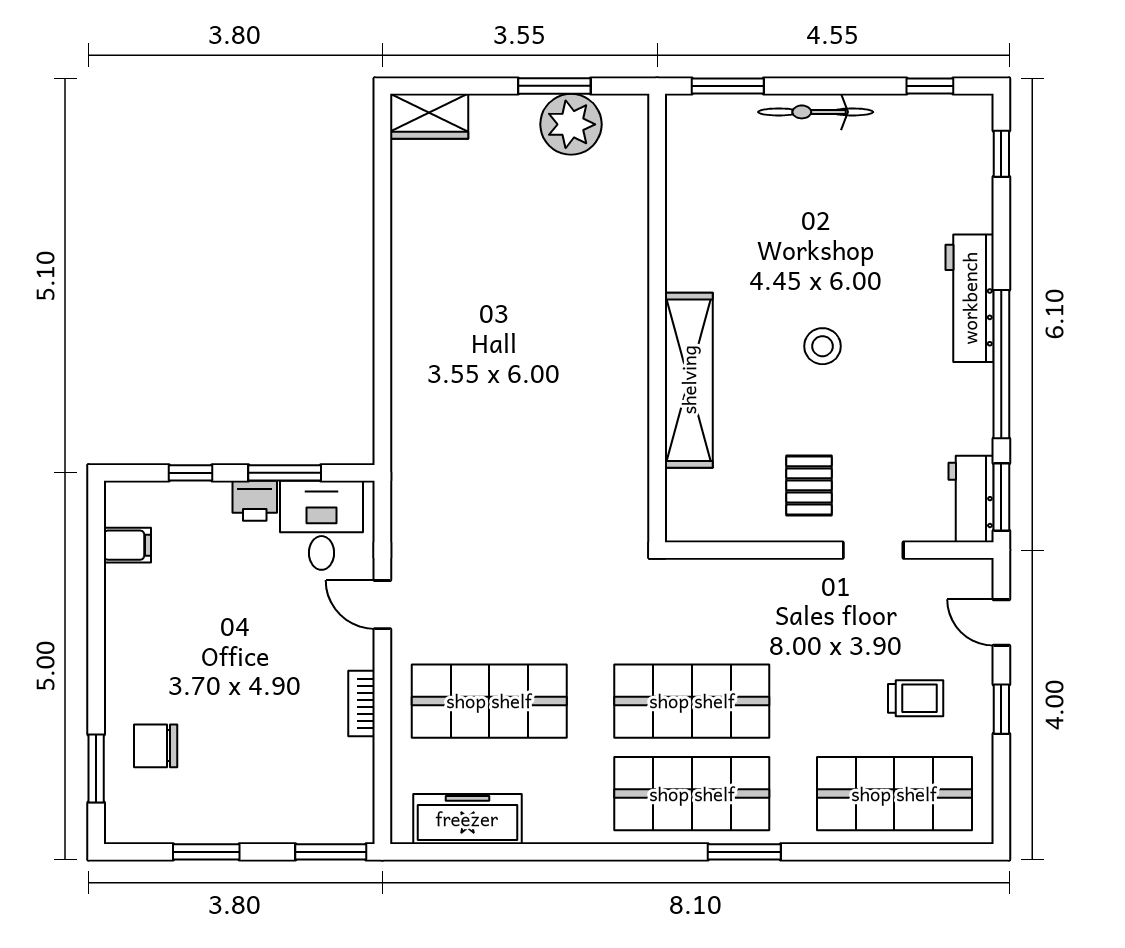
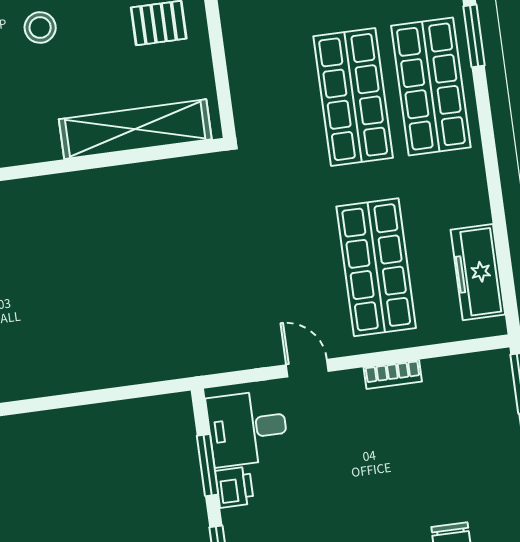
shelving: (689, 380) -> (135, 129), moved
door: (382, 605) -> (307, 368), swing flipped

